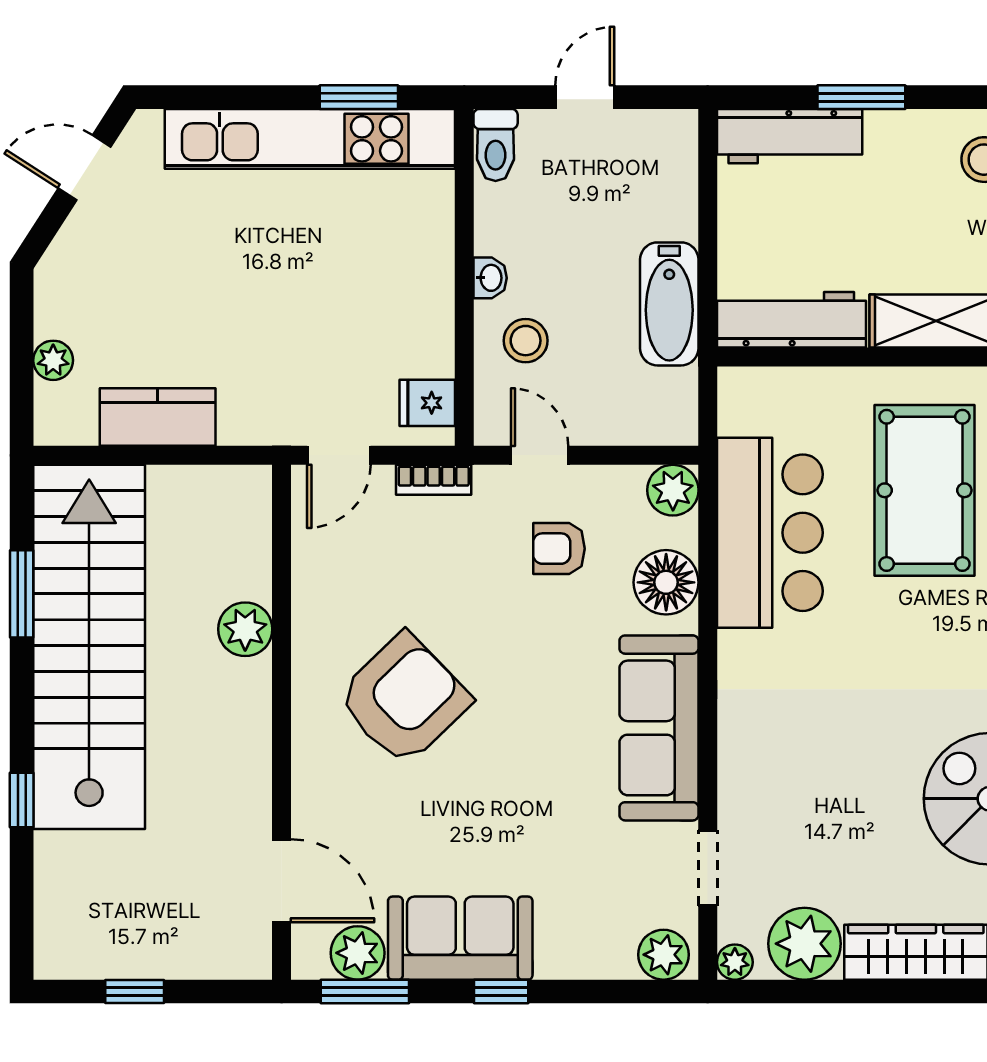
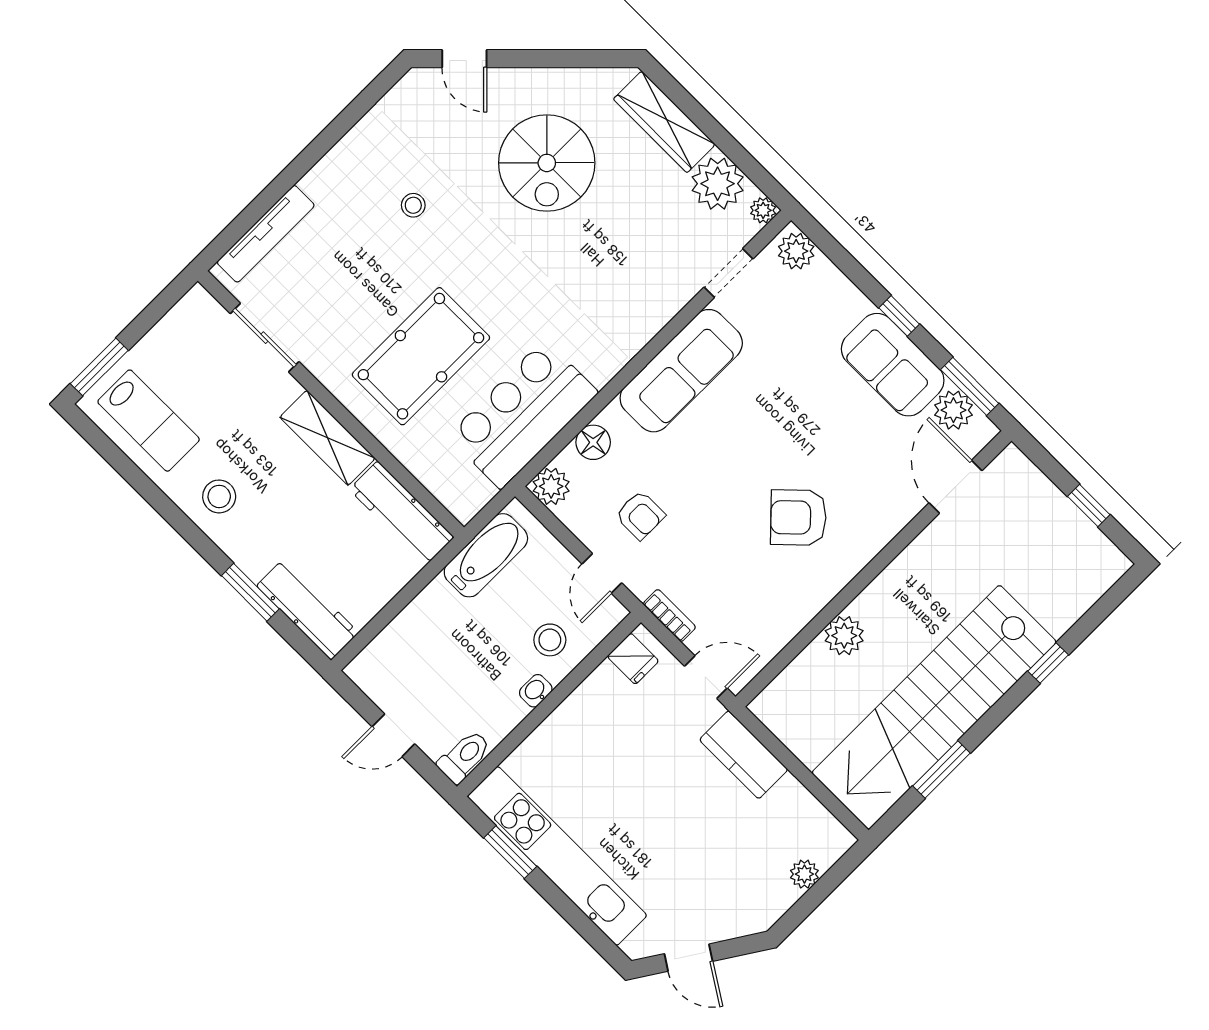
bathtub: (669, 304) -> (486, 555), moved
kitchen counter: (158, 417) -> (744, 755), moved
floor lamp: (666, 582) -> (593, 442), width x0.73, depth x0.73
armchair: (404, 699) -> (798, 518), width x0.73, depth x0.73

